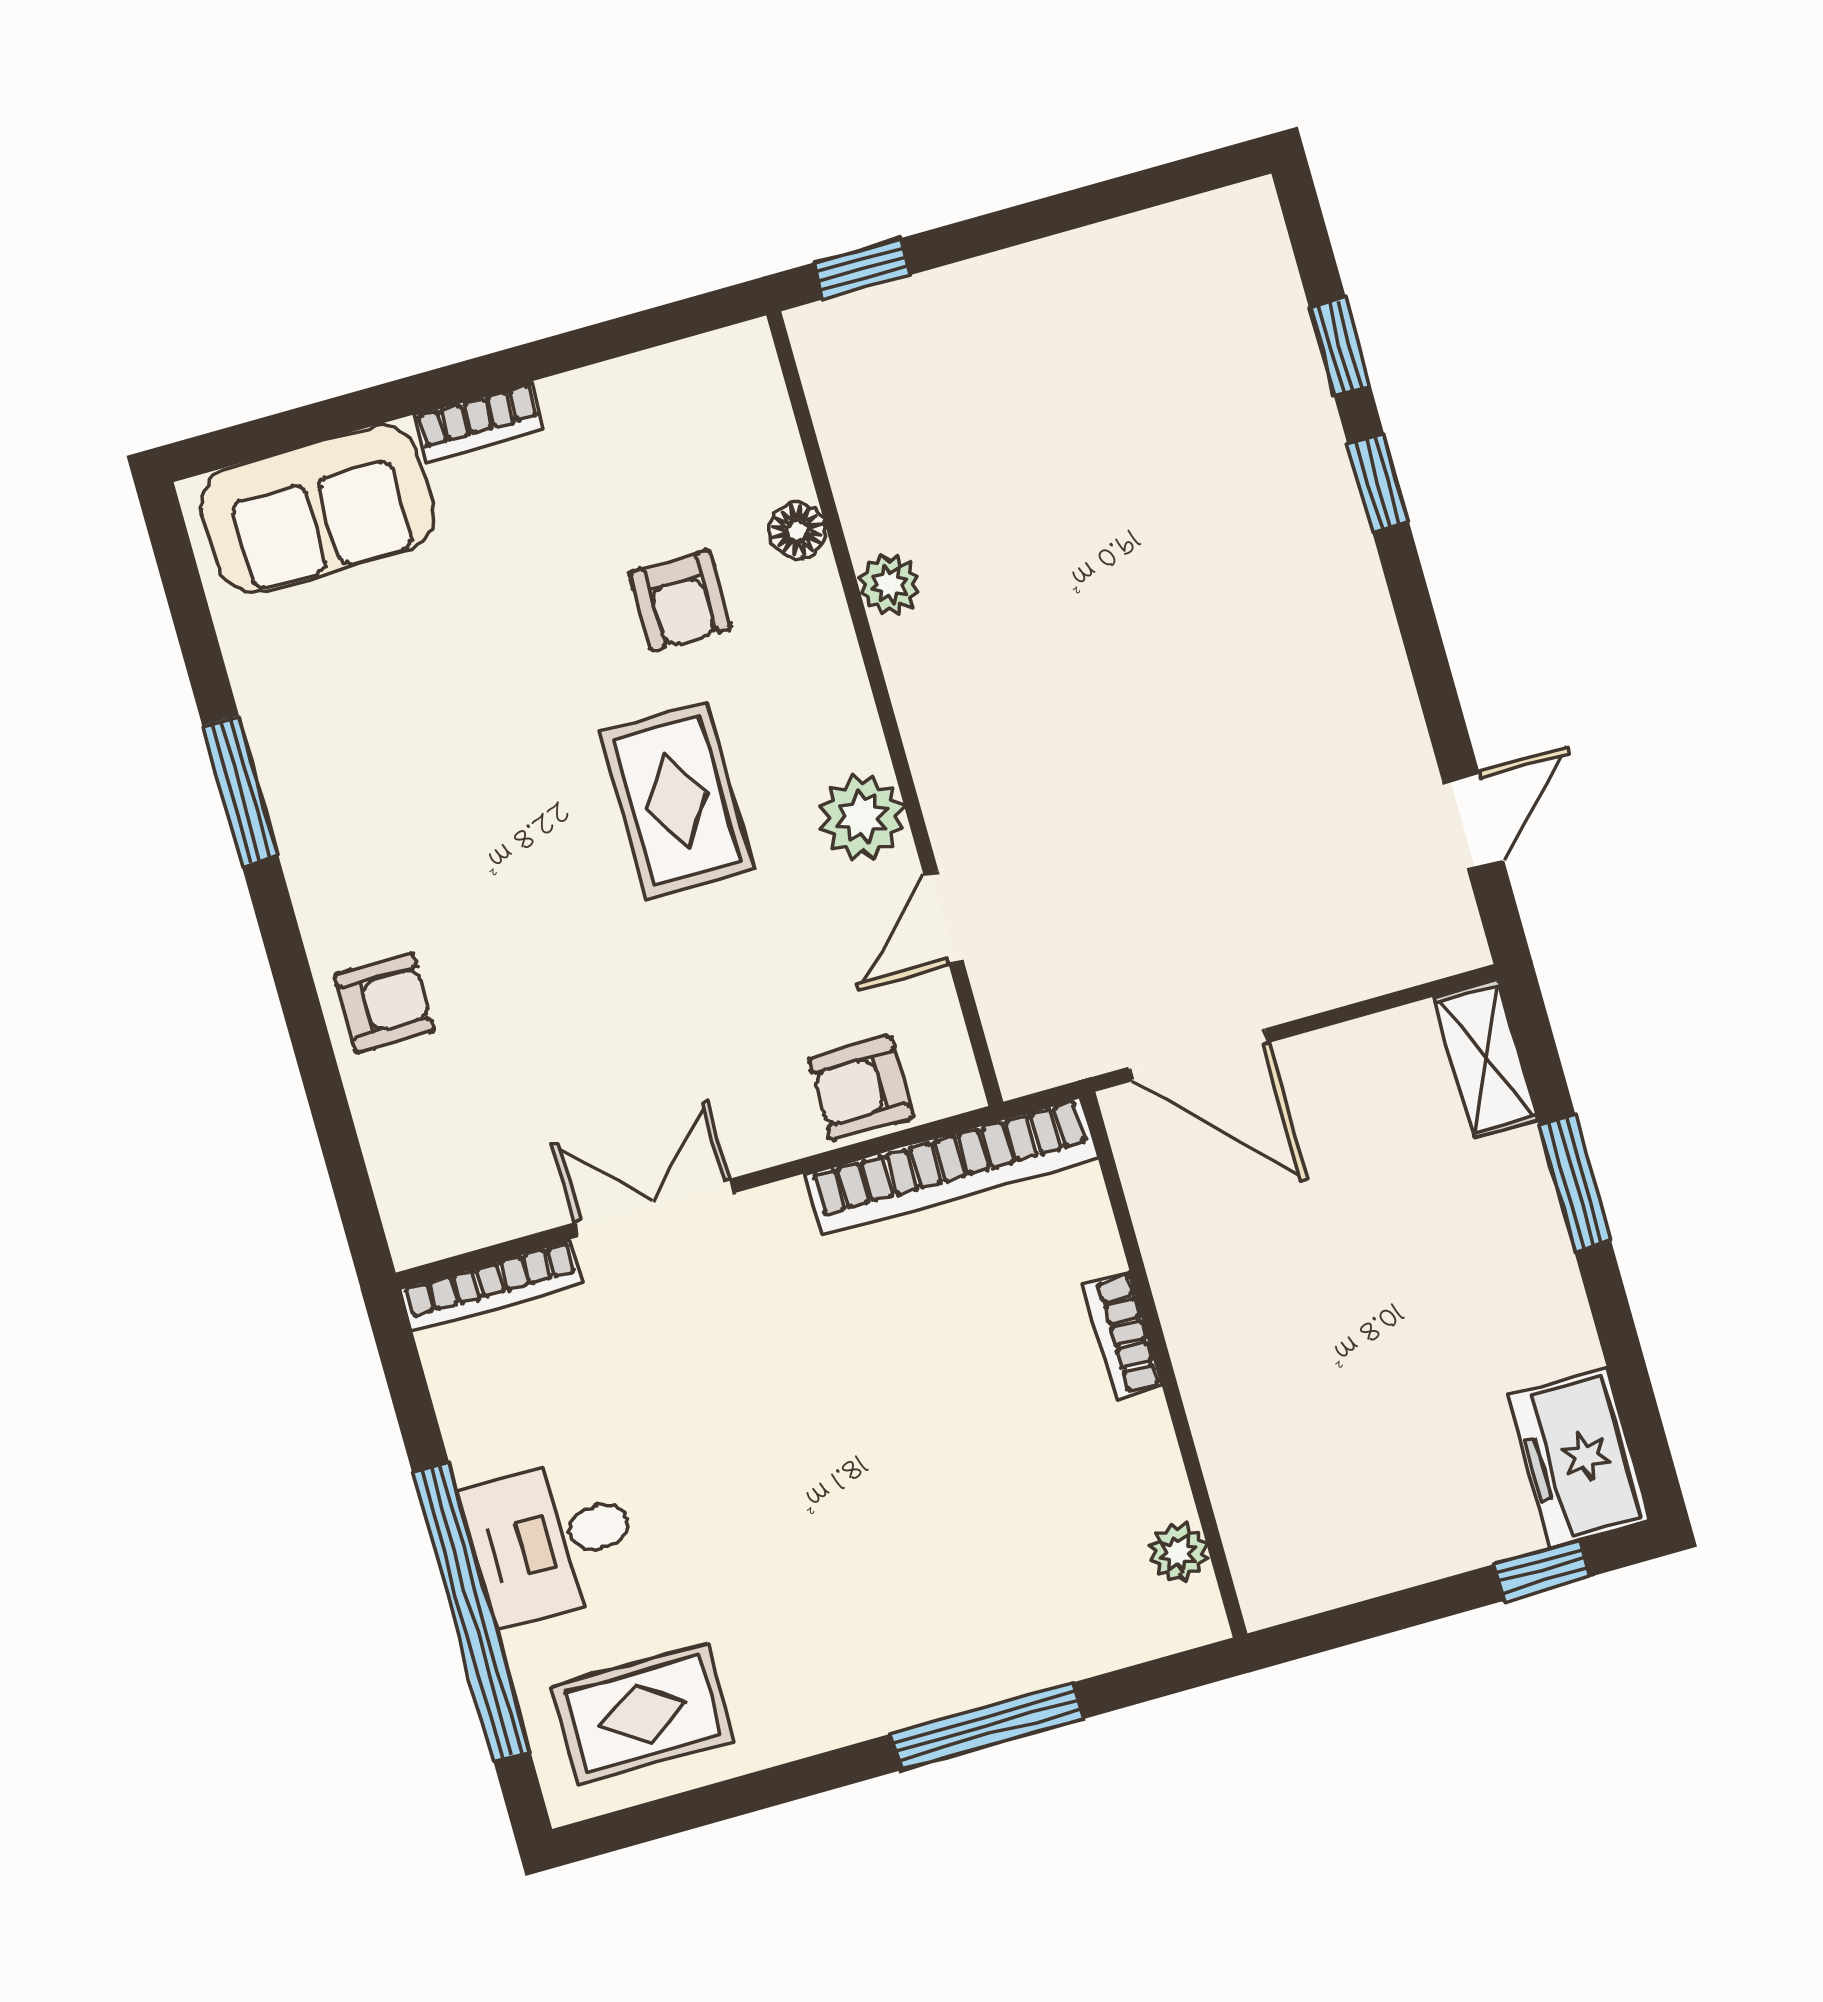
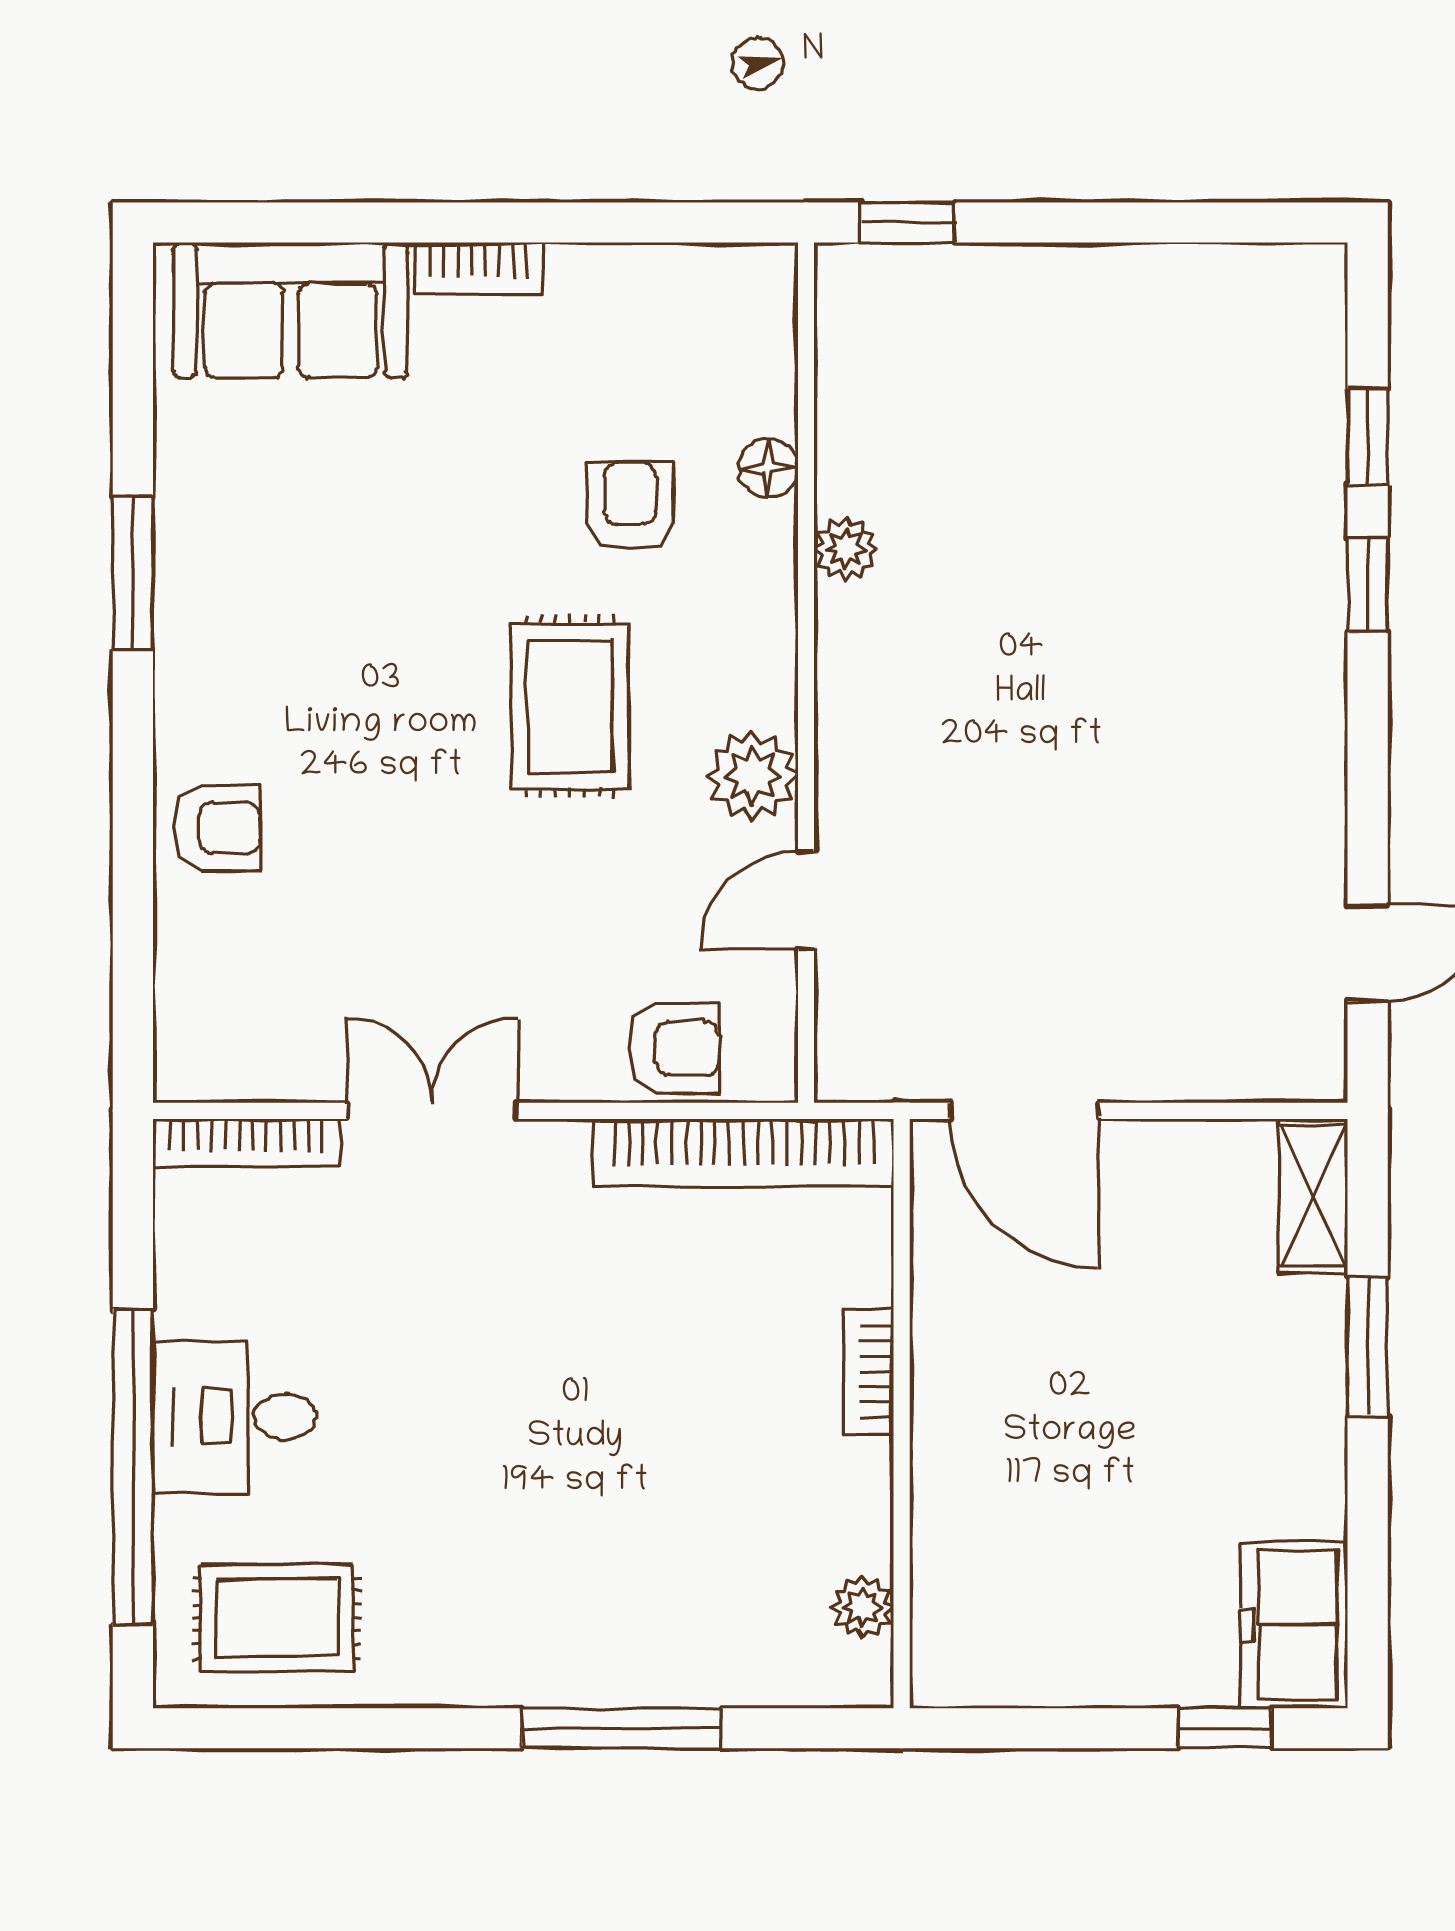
armchair: (680, 601) -> (630, 506), turned 180
armchair: (861, 1088) -> (674, 1048), turned 180

